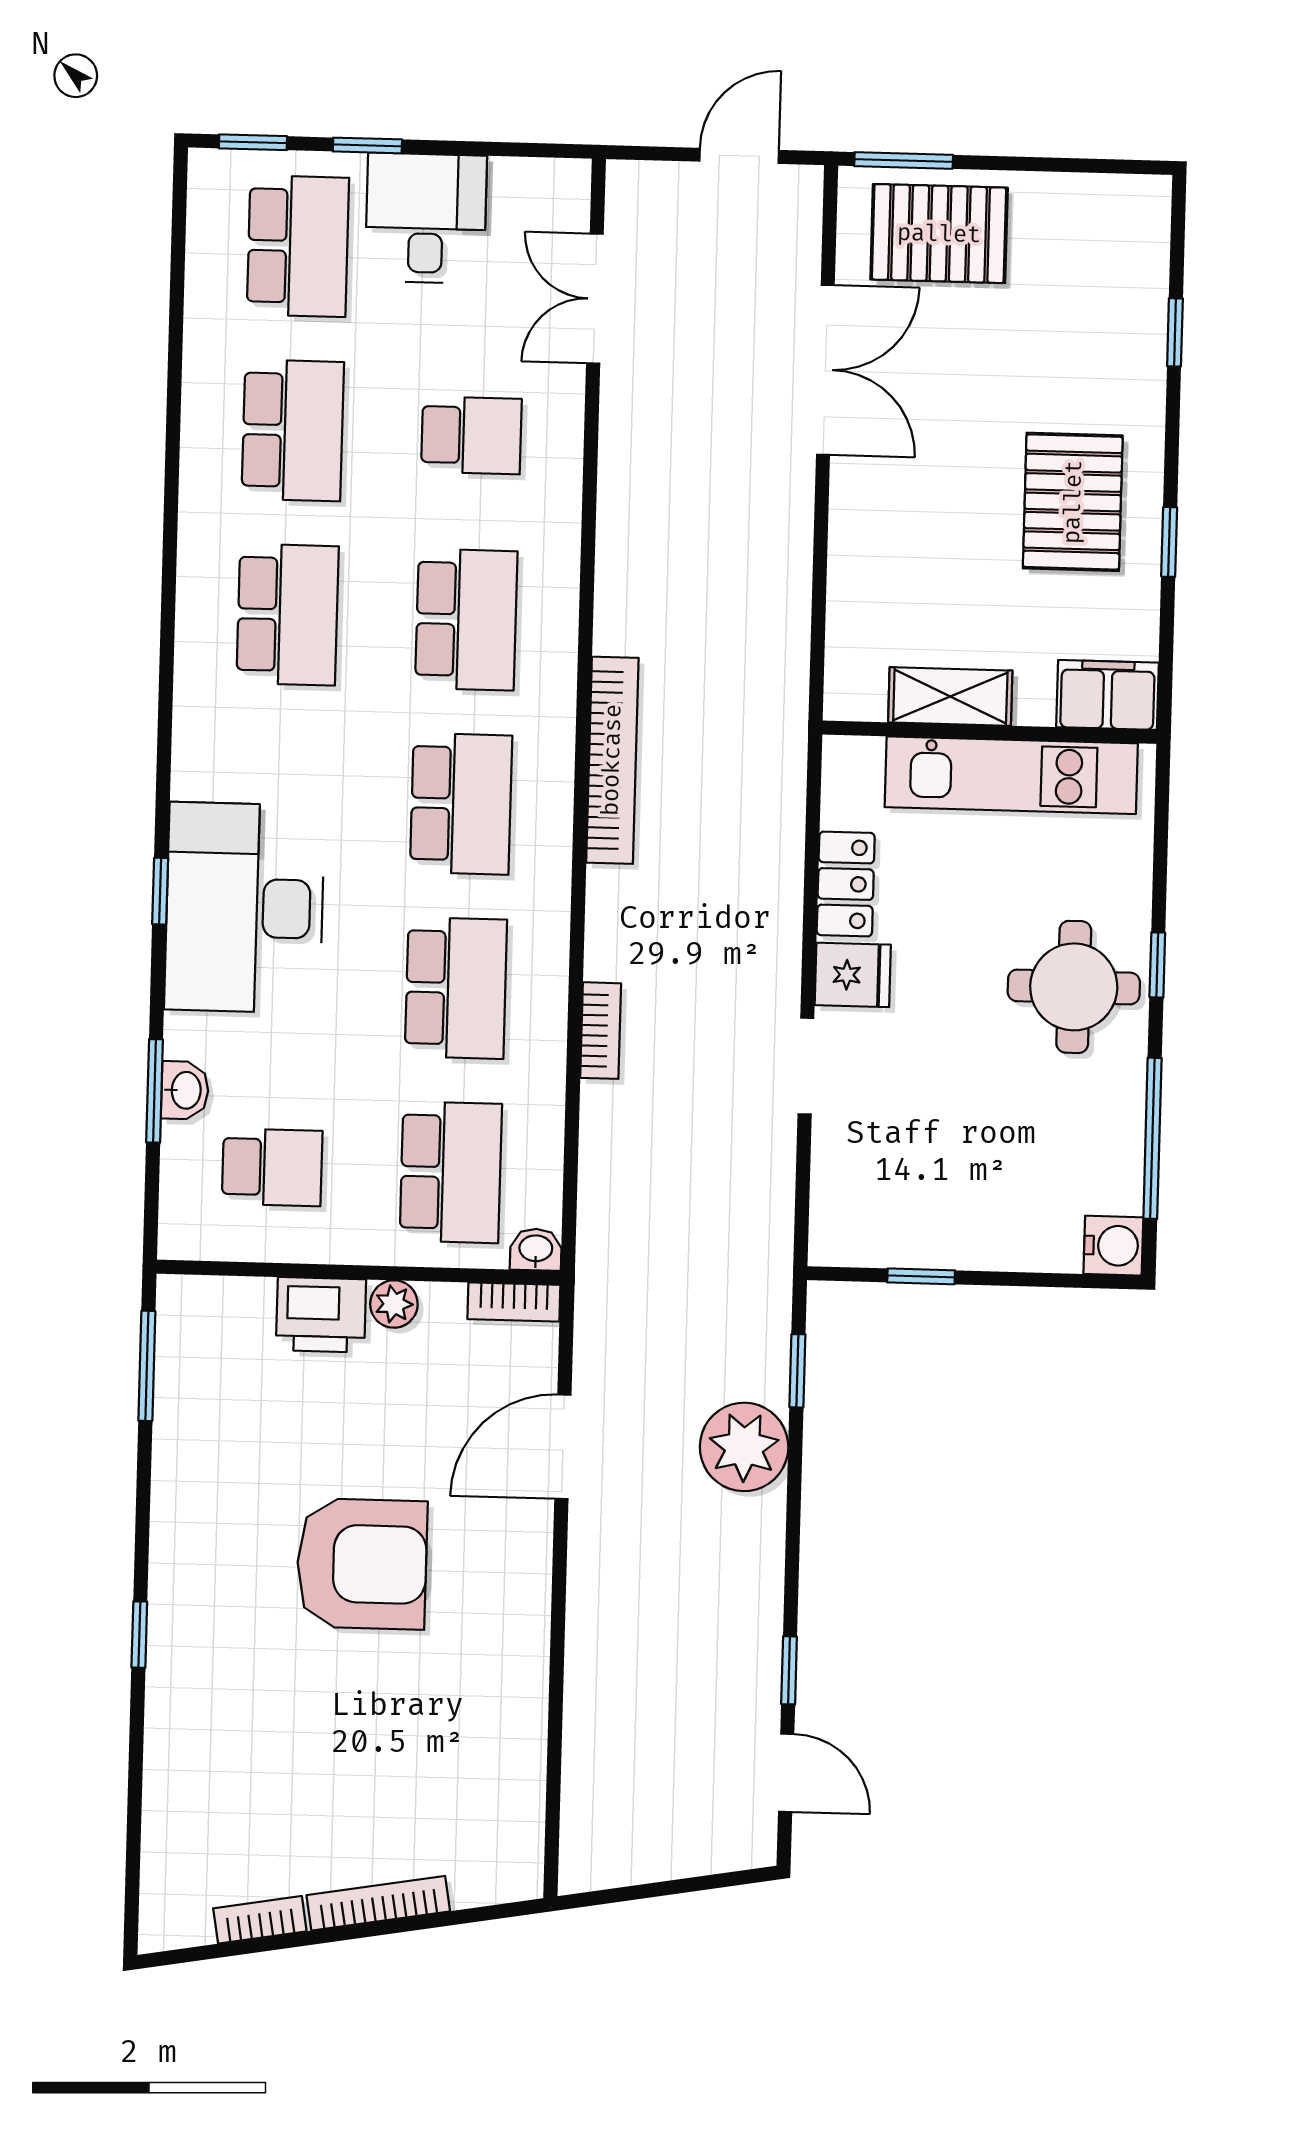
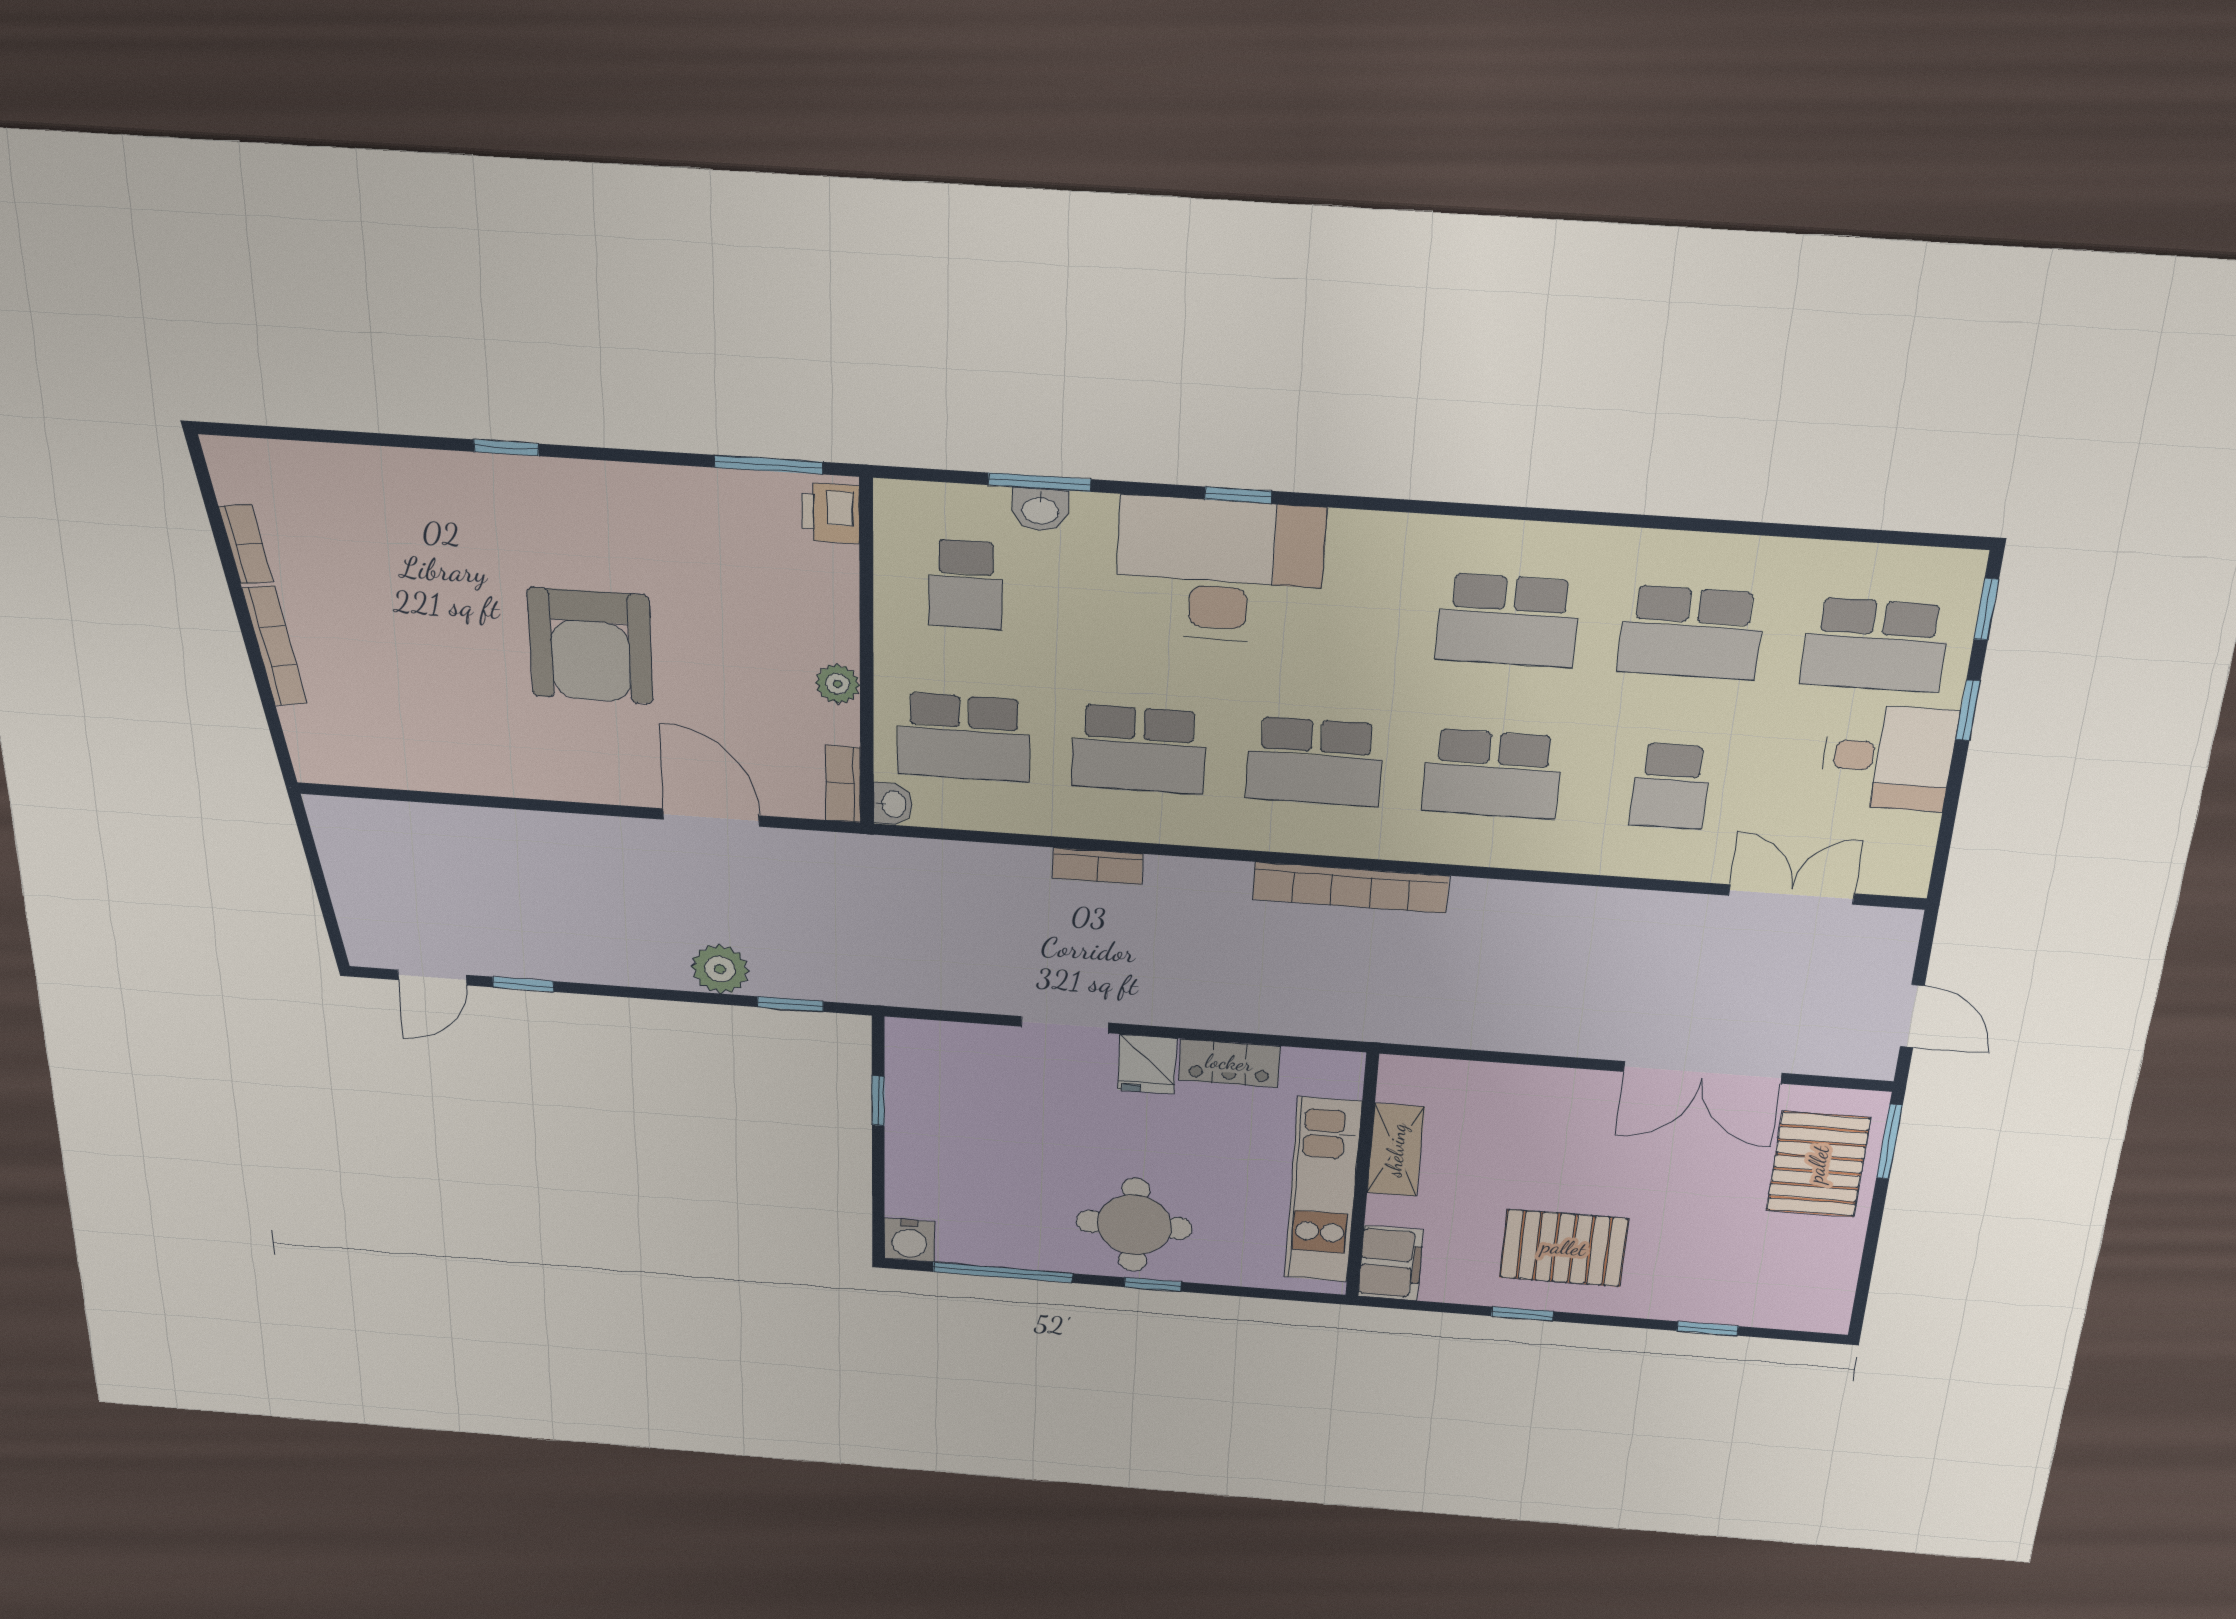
printer: (321, 1315) -> (831, 513), moved, width x0.73, depth x0.81
plant: (744, 1447) -> (720, 969), width x0.73, depth x0.73

